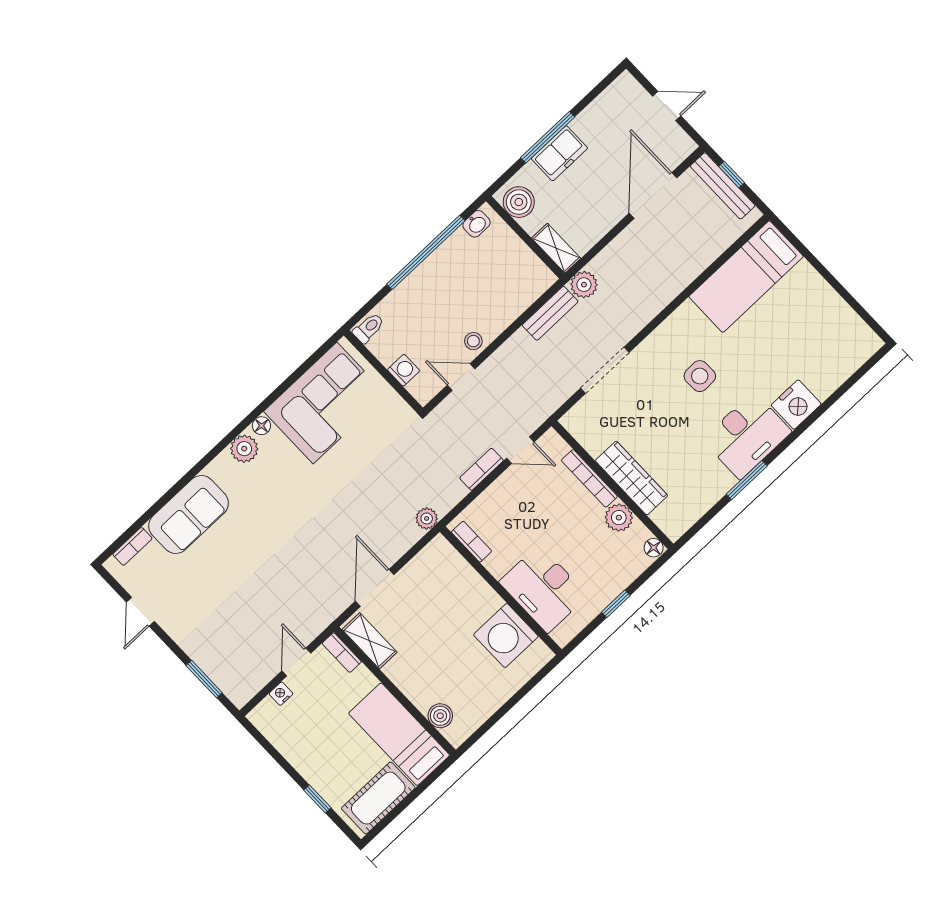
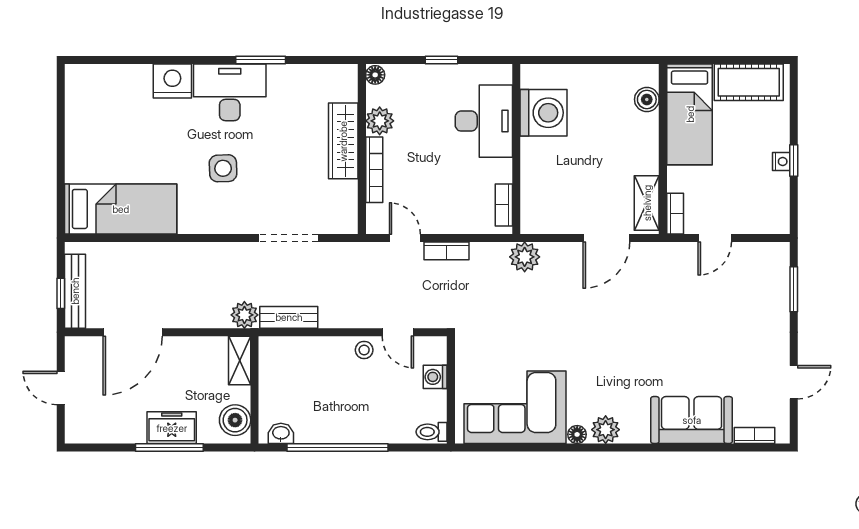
plant: (427, 518) -> (525, 257), width x1.38, depth x1.38
nightstand: (281, 694) -> (781, 162), moved, turned -90
window: (317, 799) -> (794, 160), moved

